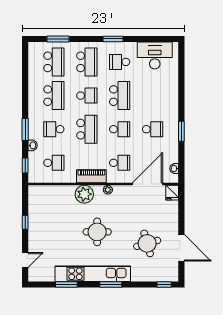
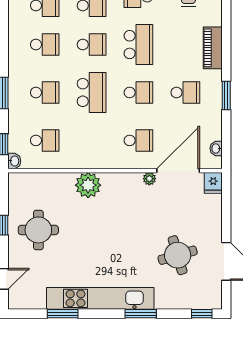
school desk: (54, 96) -> (45, 45), width x0.54
school desk: (54, 129) -> (45, 92), turned 180
washbasin: (33, 145) -> (14, 161), moved
piano: (91, 176) -> (213, 48), moved, turned -90
plant: (108, 190) -> (149, 179), moved
round table: (97, 232) -> (38, 230), moved
window: (111, 284) -> (141, 314), moved

